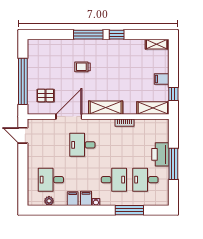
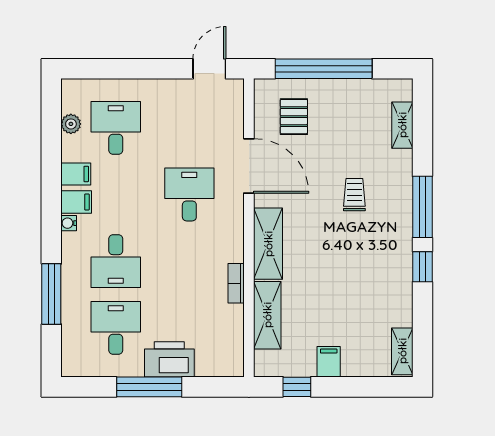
shelving: (50, 44) -> (402, 125), added
shelving: (153, 108) -> (267, 315), moved

